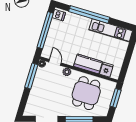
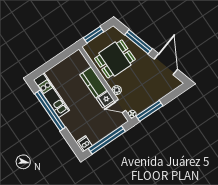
window: (89, 14) -> (50, 110), moved
door: (55, 62) -> (120, 106), hinge flipped
fridge: (106, 70) -> (105, 99), moved

